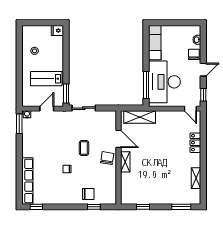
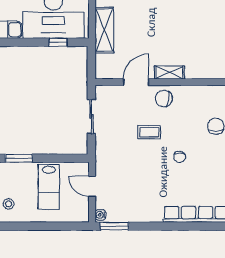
window: (146, 85) -> (58, 42), width x0.46
window: (66, 94) -> (19, 158), moved
sliding door: (84, 108) -> (91, 117), moved
shelving: (140, 117) -> (104, 30), moved

